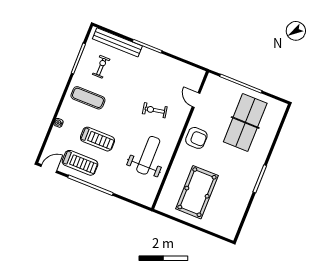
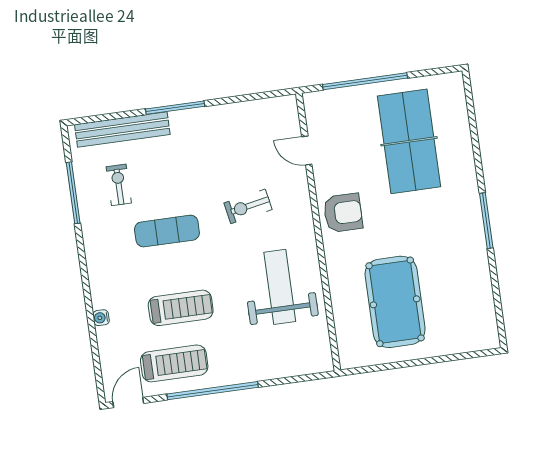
exercise mat: (88, 98) -> (167, 231), moved

